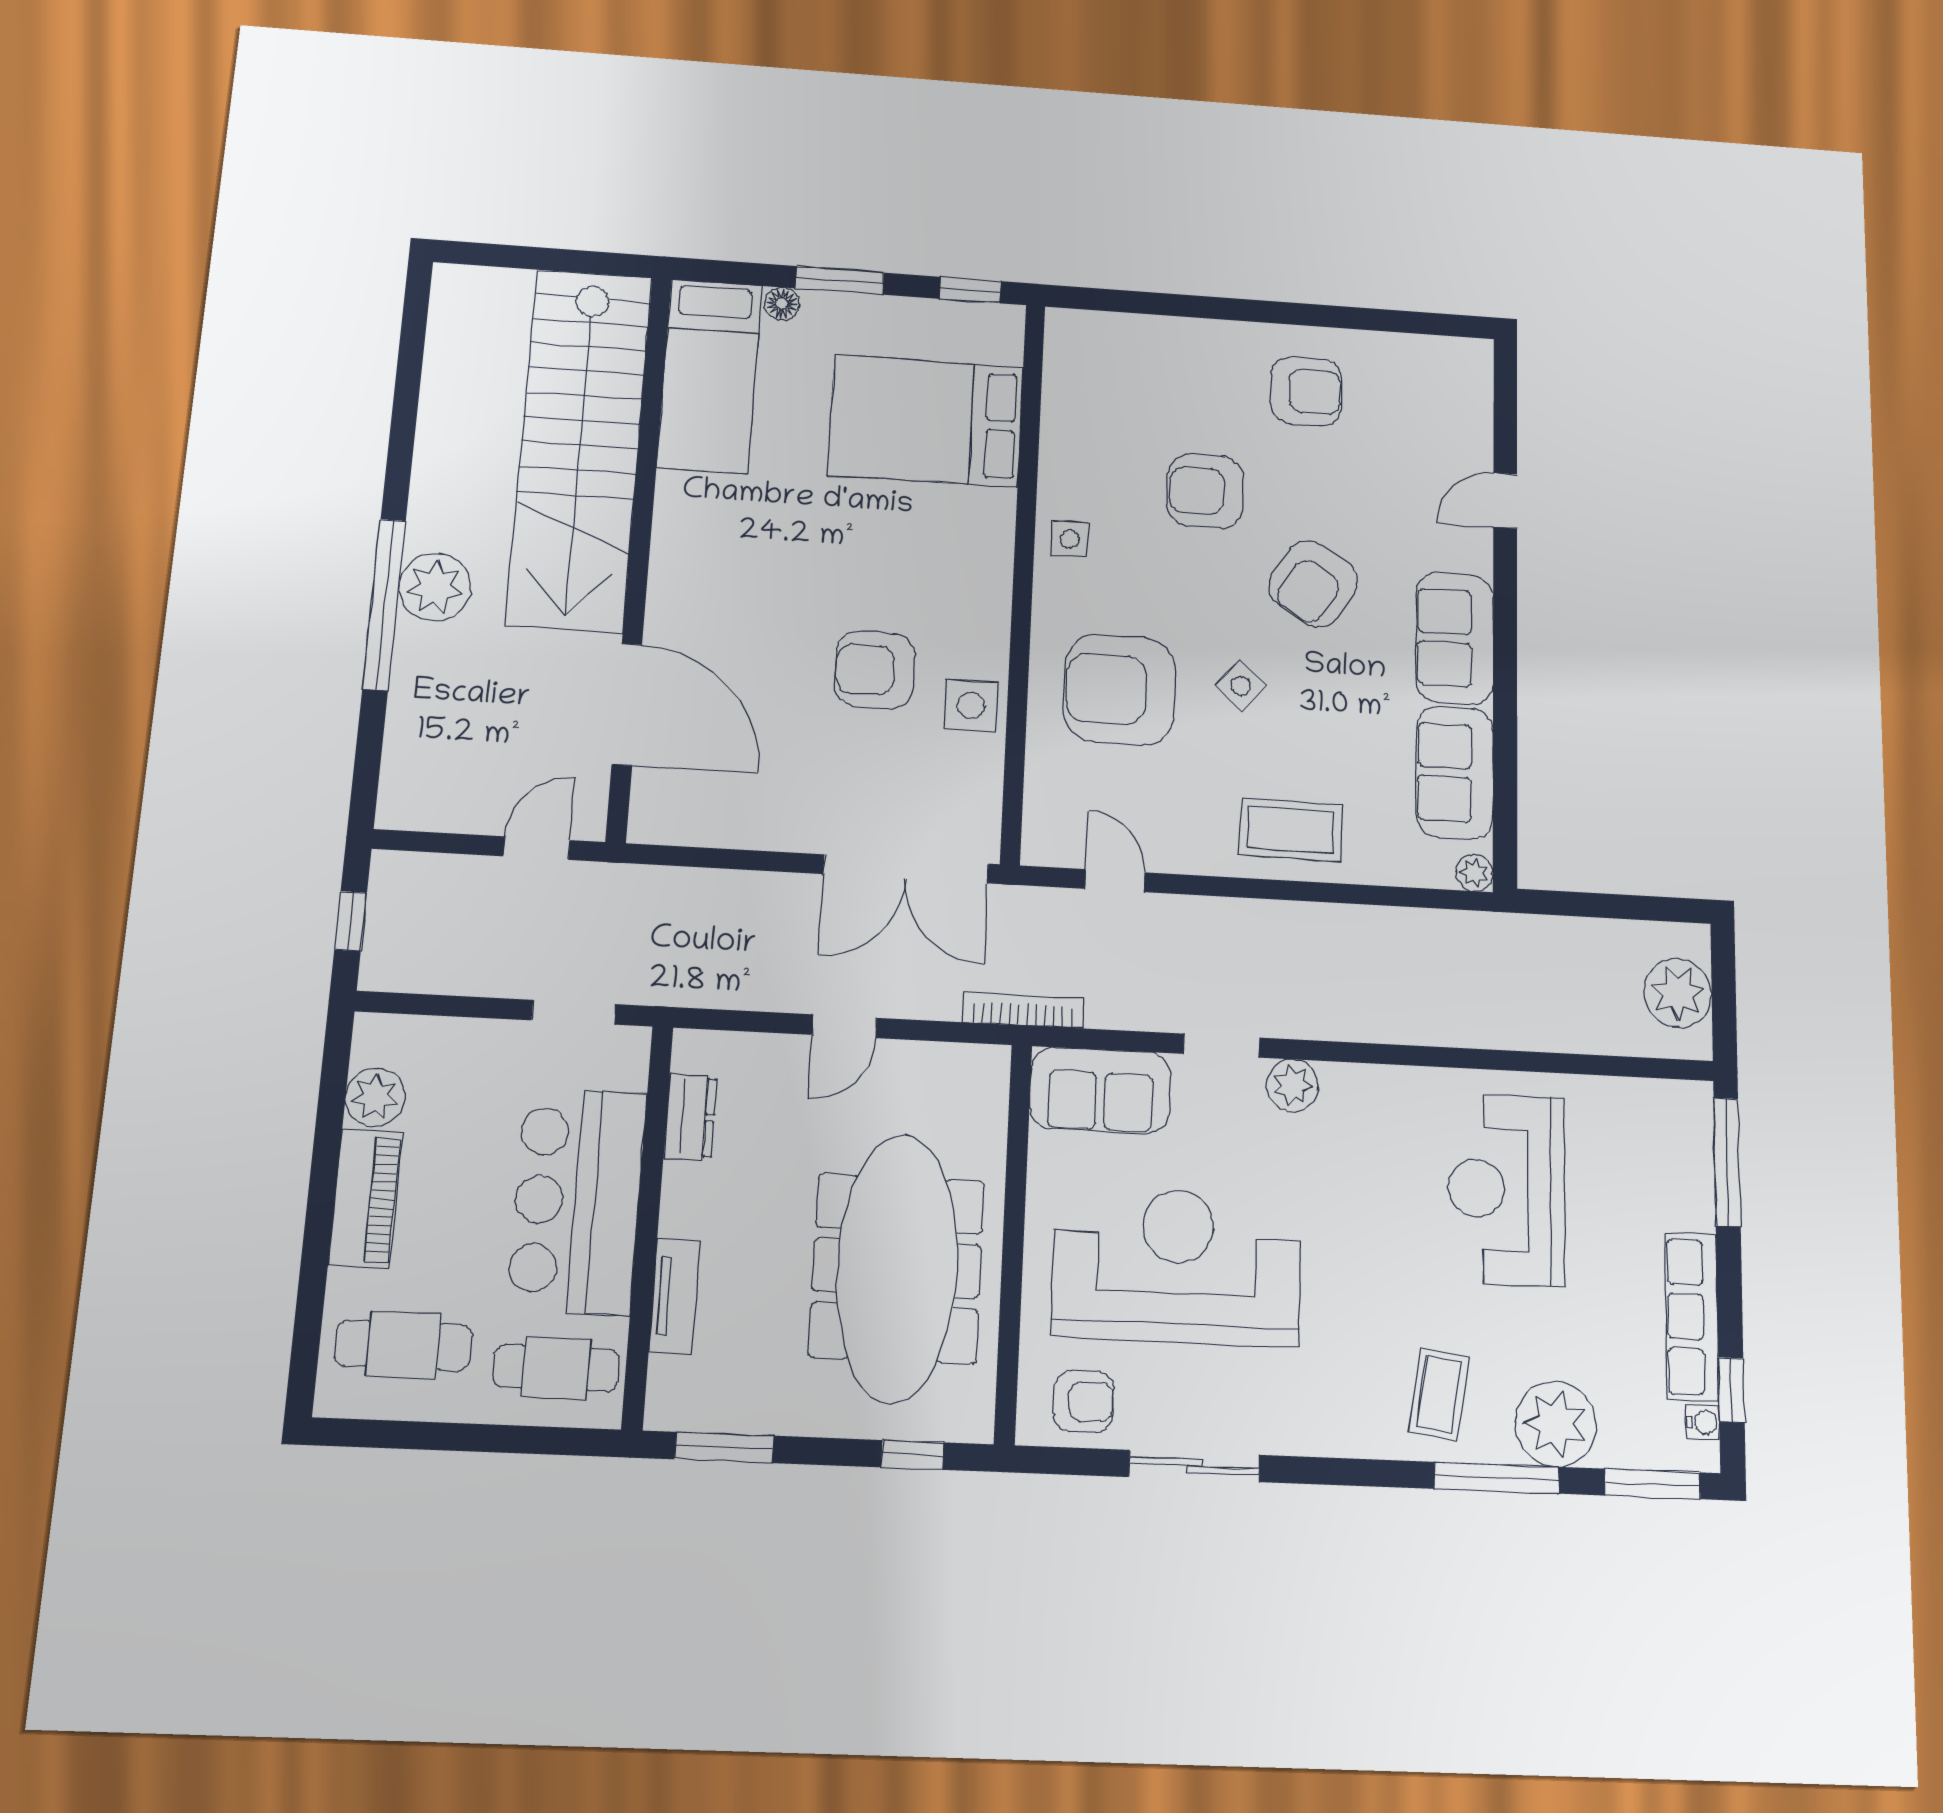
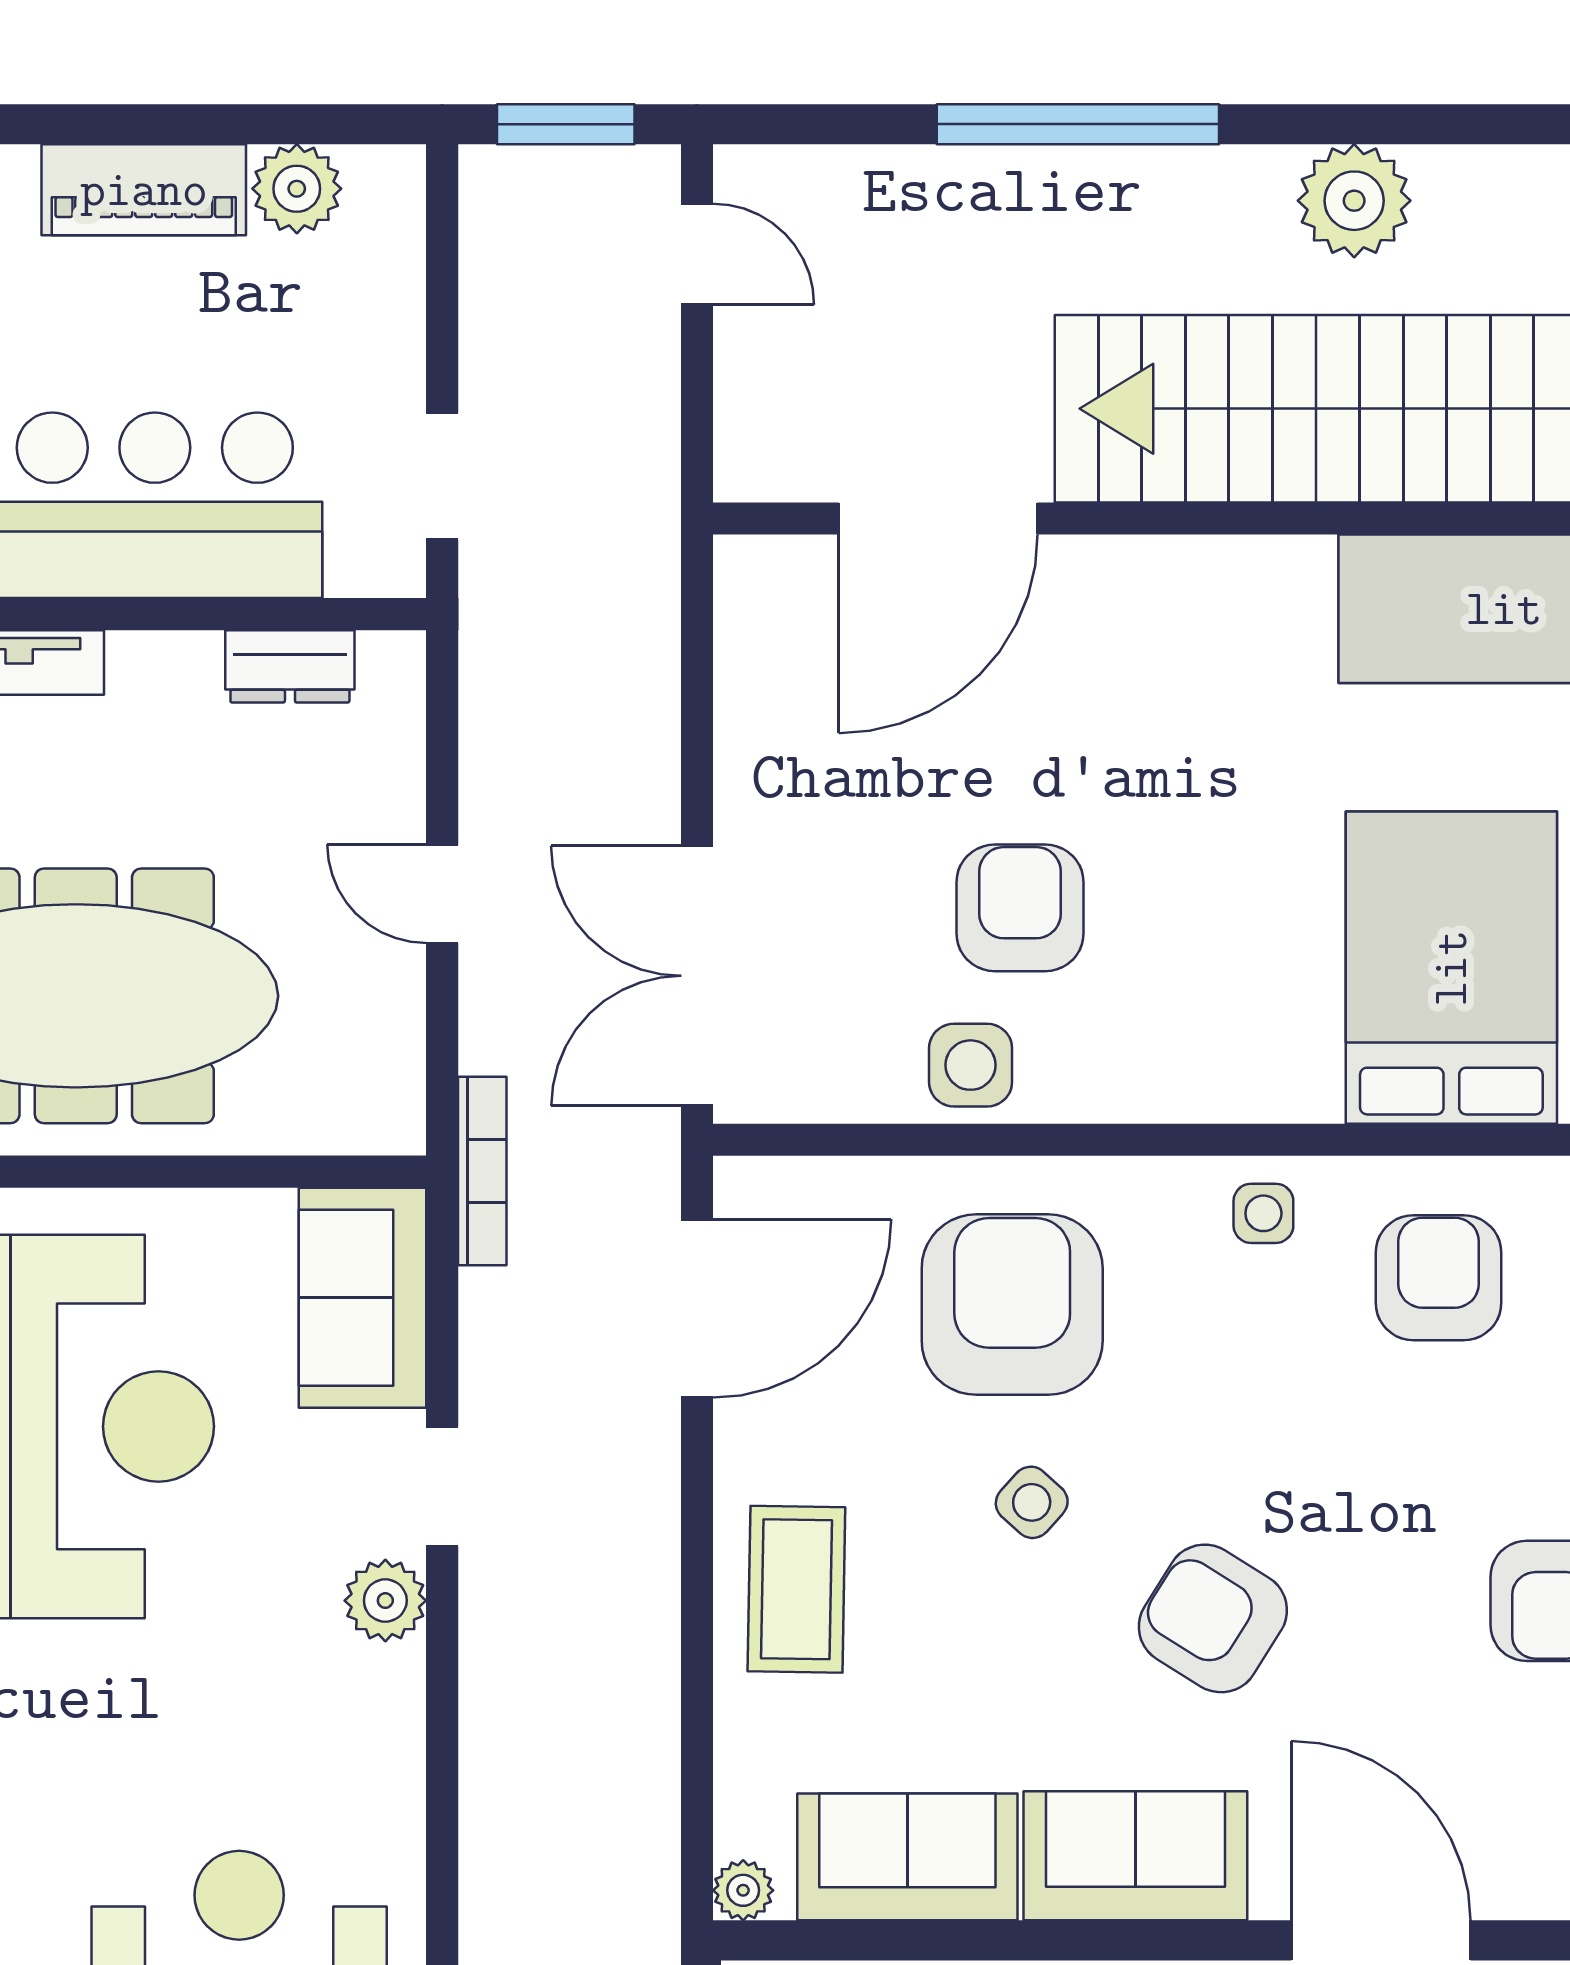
armchair: (1206, 491) -> (1439, 1278), moved
door: (1505, 501) -> (1381, 1940), width x1.88
plant: (435, 587) -> (1354, 201), moved
door: (537, 848) -> (697, 254), moved
door: (1115, 881) -> (697, 1308), width x1.88
window: (351, 921) -> (566, 124), width x1.50

